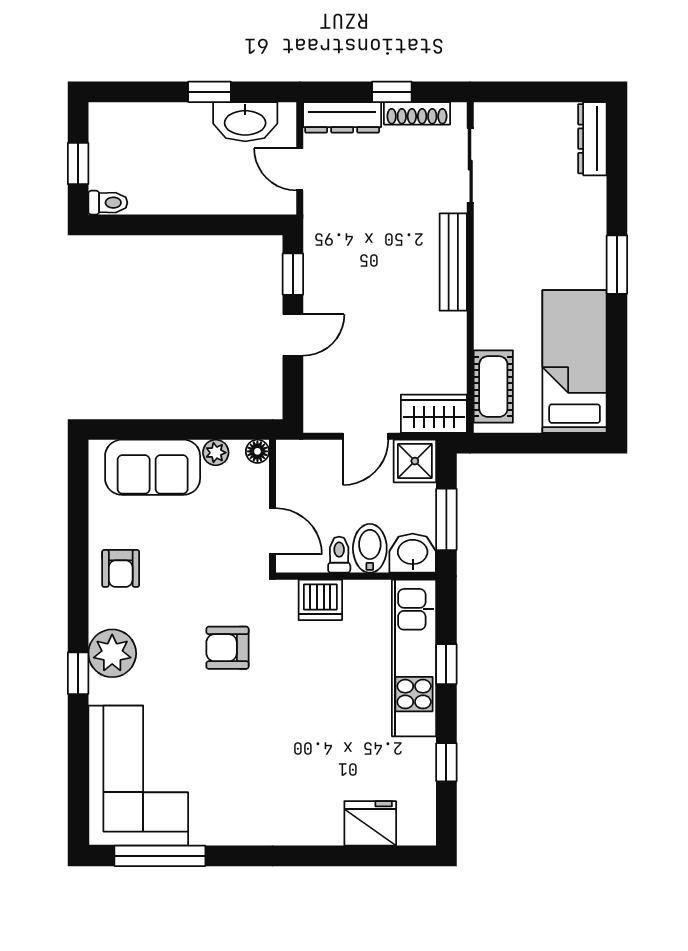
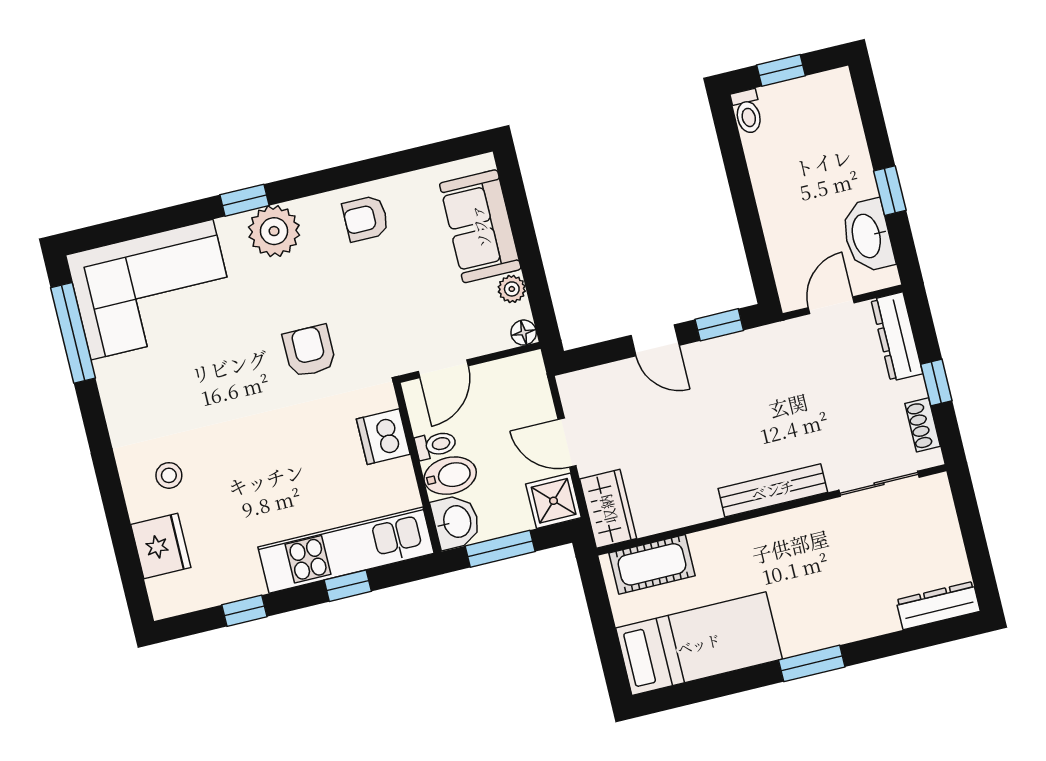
shoe rack: (417, 113) -> (923, 425), width x0.70
stool: (309, 801) -> (169, 475), added

